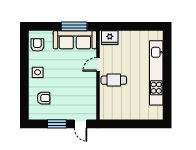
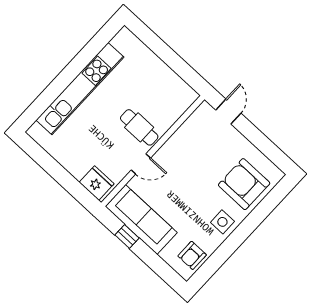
window: (74, 26) -> (127, 236), width x0.46
armchair: (44, 98) -> (244, 184), width x1.88, depth x1.88
window: (57, 124) -> (257, 138), removed

